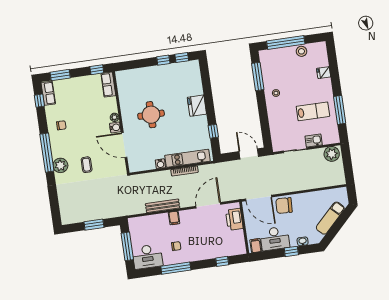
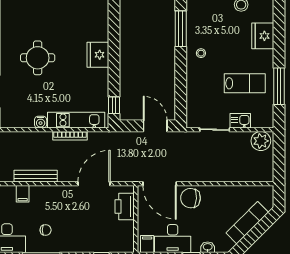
fridge: (324, 73) -> (263, 36), width x1.88, depth x1.34
window: (213, 131) -> (114, 105), moved
filing cabinet: (174, 218) -> (23, 194), moved

